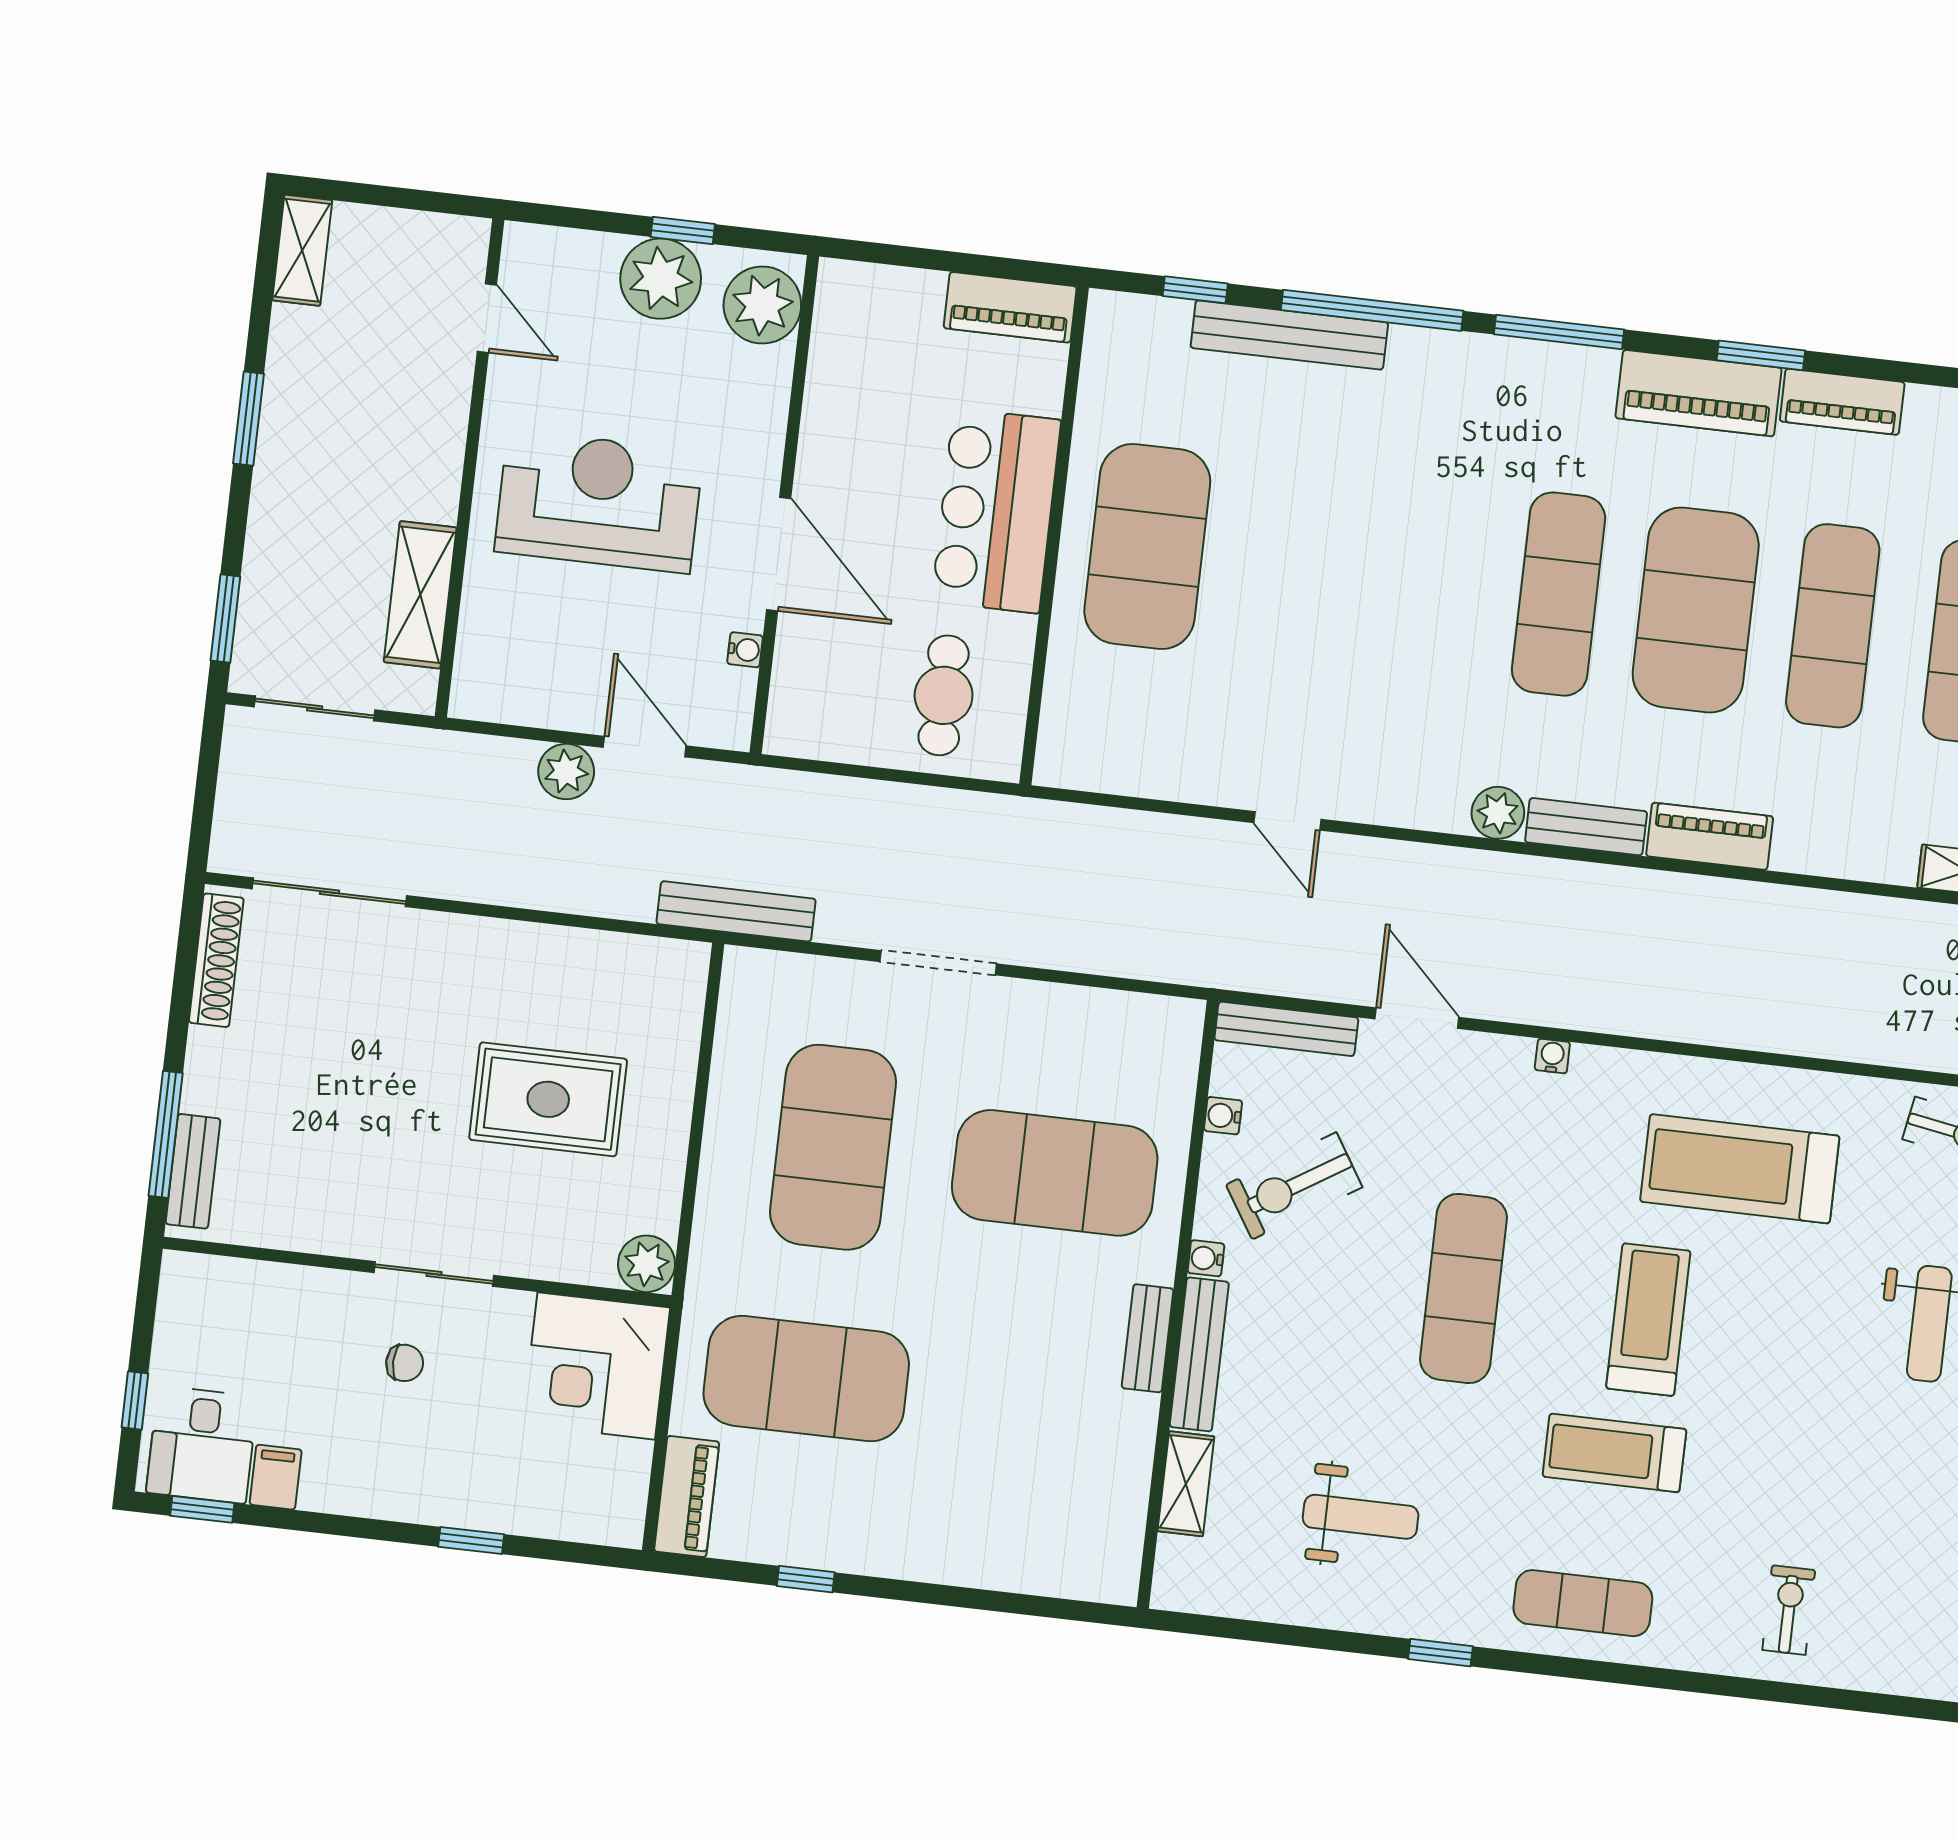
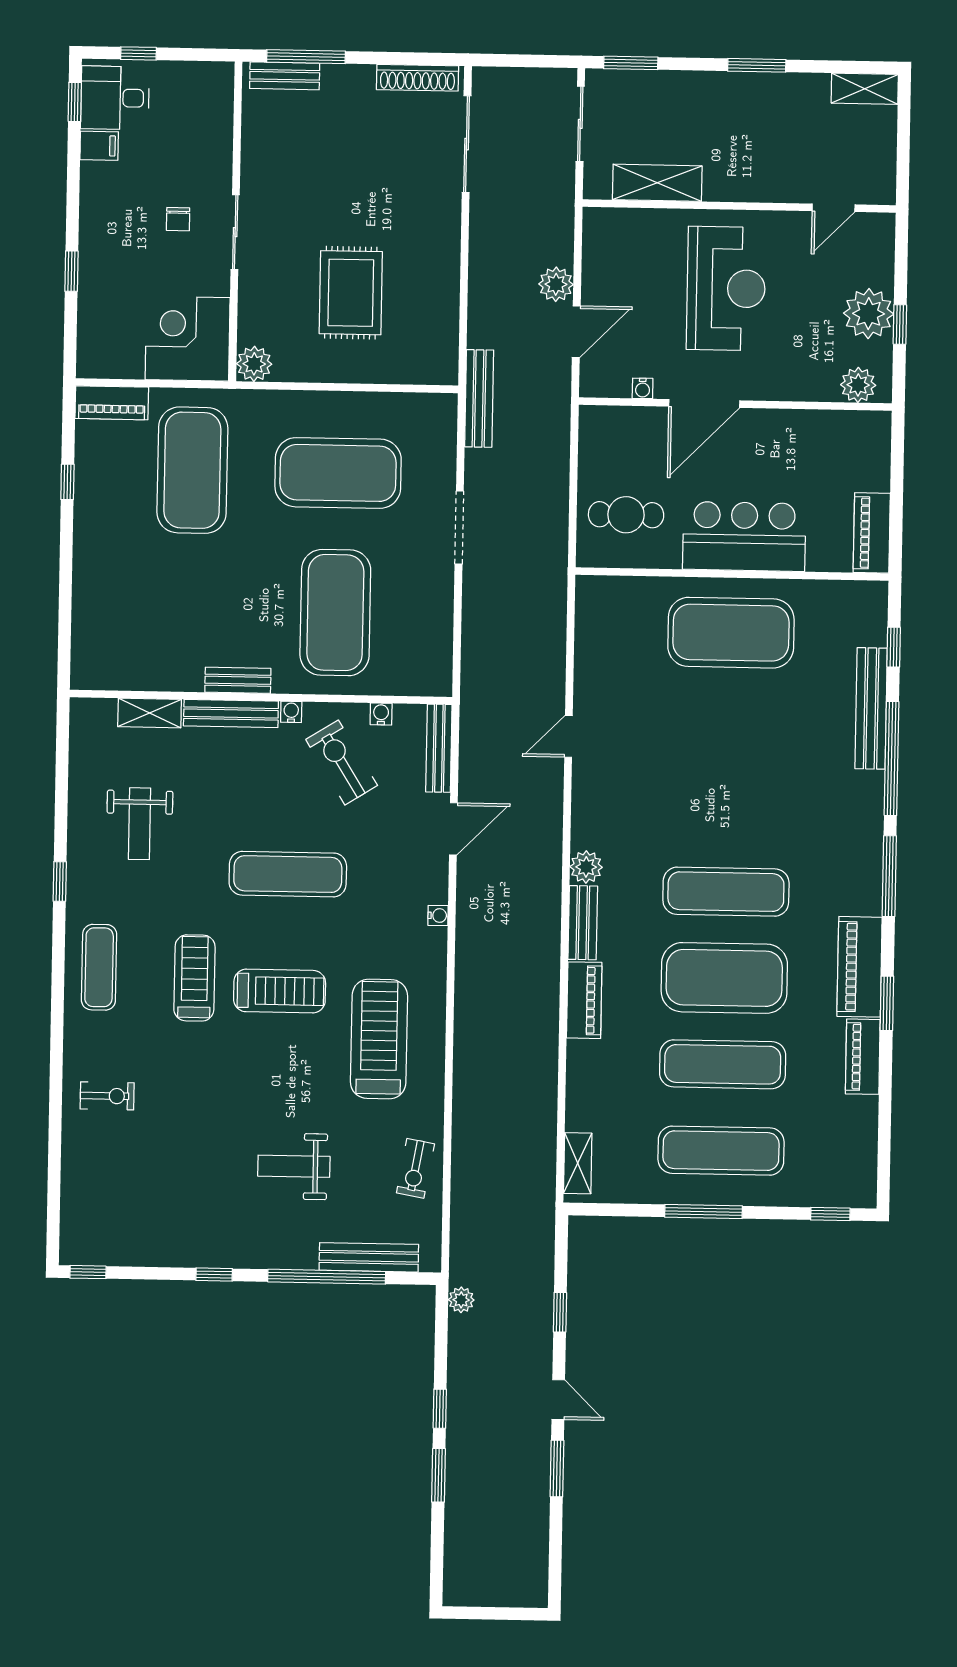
plant: (762, 305) -> (858, 385), width x0.73, depth x0.73

